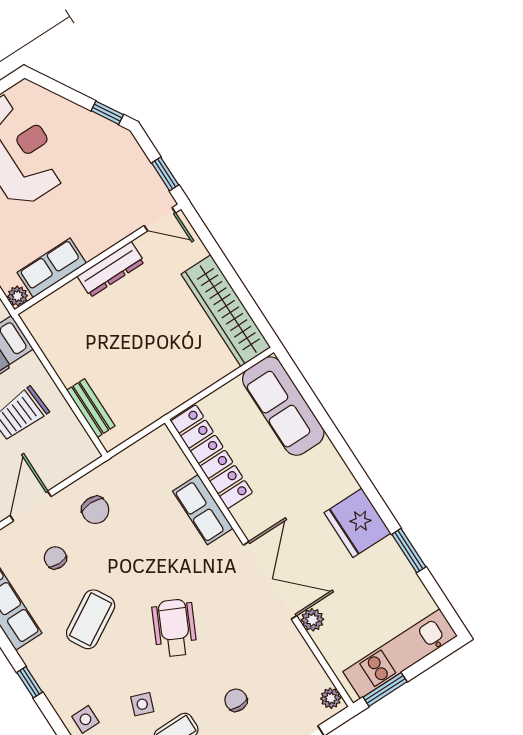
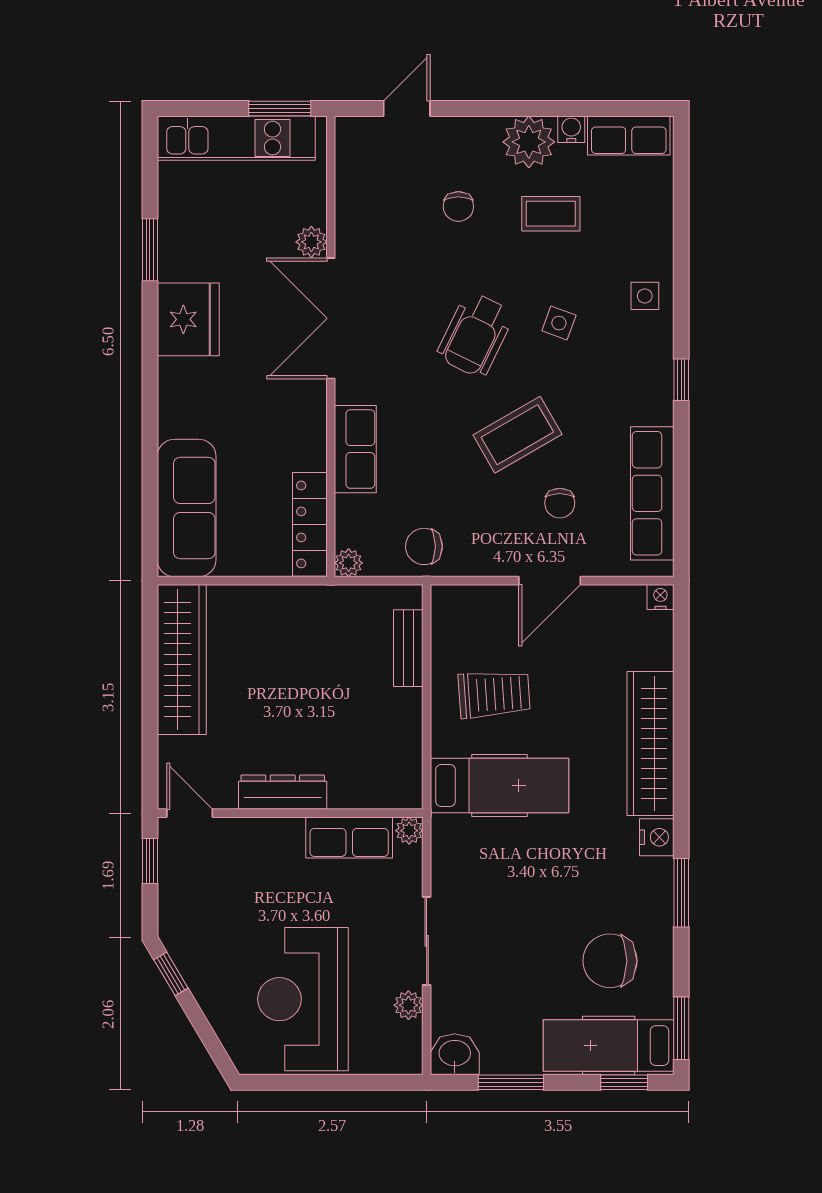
locker: (212, 457) -> (310, 524), width x0.71, depth x0.83
chair: (95, 510) -> (424, 546), moved, turned -90
coffee table: (91, 619) -> (517, 435), moved
plant: (331, 698) -> (349, 563), moved
side table: (142, 704) -> (559, 323), moved

